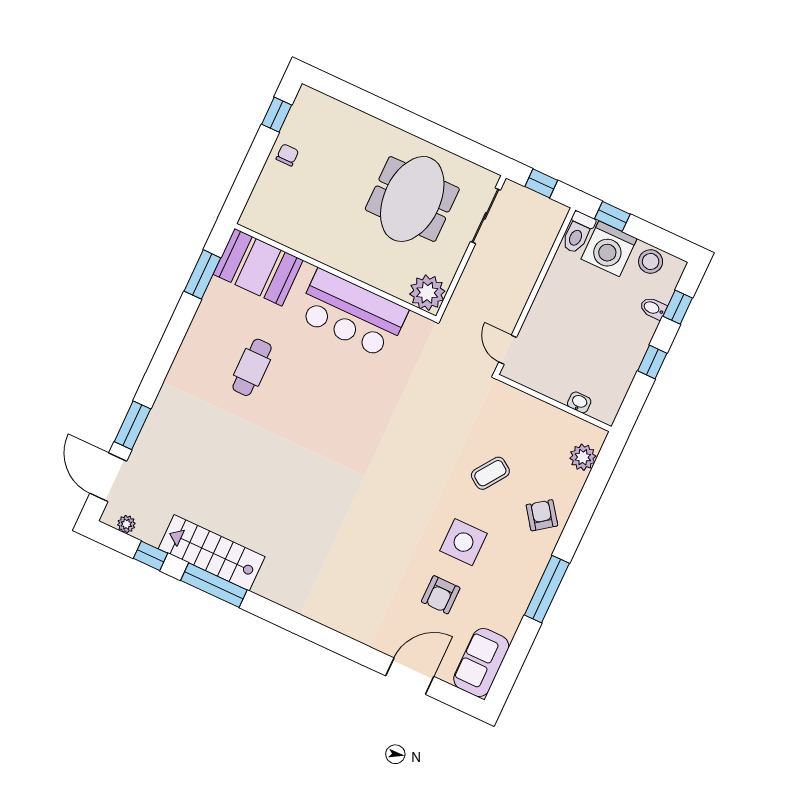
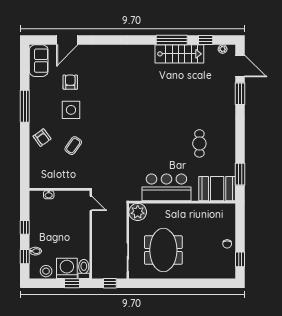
plant: (583, 457) -> (36, 171), removed

